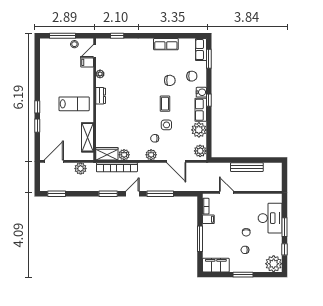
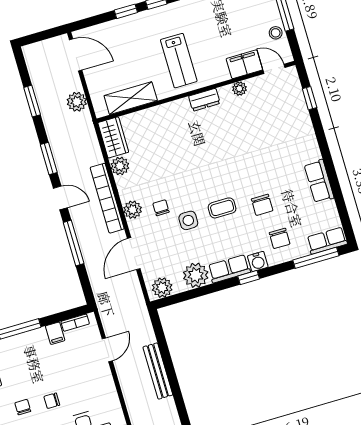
window: (209, 59) -> (316, 258), width x1.44
filing cabinet: (87, 62) -> (244, 64), width x2.00
bookcase: (117, 167) -> (107, 198), moved
window: (57, 194) -> (32, 101), moved

